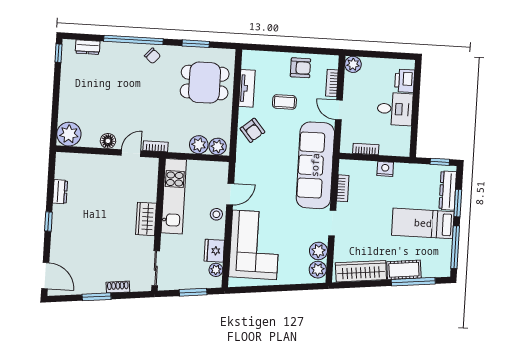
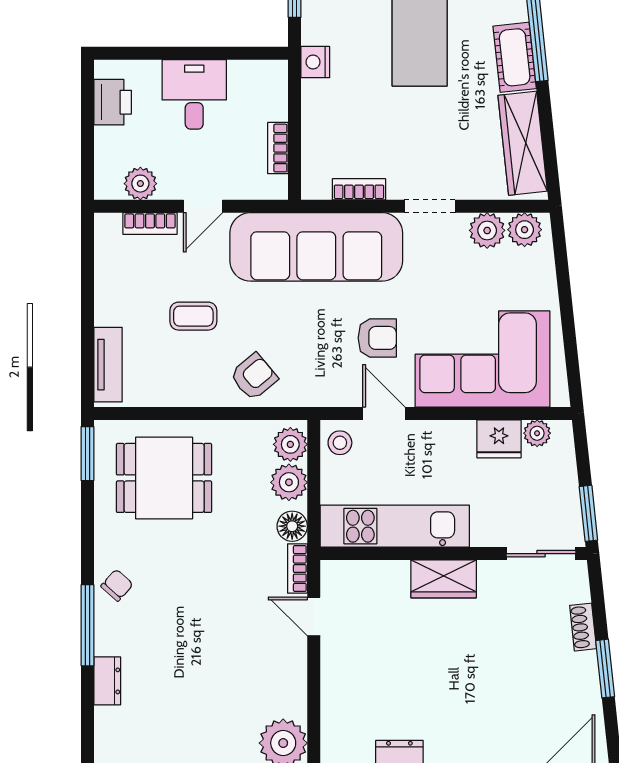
window: (133, 40) -> (87, 625), width x0.68
window: (196, 44) -> (87, 454), moved
dresser: (88, 47) -> (107, 681), moved
plant: (353, 64) -> (140, 184), moved
armchair: (300, 68) -> (377, 338), moved, turned 90
printer: (405, 81) -> (113, 102), moved, turned -90
dining table: (205, 83) -> (164, 478), turned 90
tv unit: (247, 88) -> (108, 365), moved, turned 90
coffee table: (284, 102) -> (193, 316), turned 90
floor lamp: (108, 141) -> (292, 526), moved
nightstand: (385, 169) -> (315, 62), moved
stool: (216, 214) -> (340, 443), moved
window: (193, 292) -> (588, 513), moved

